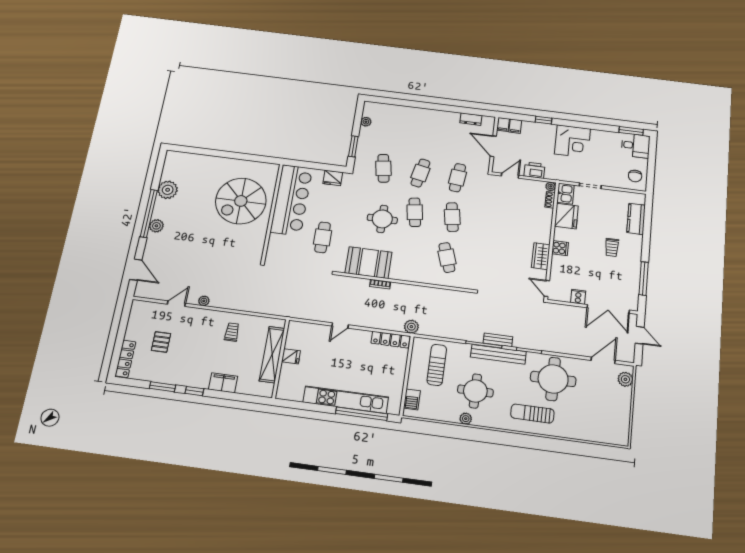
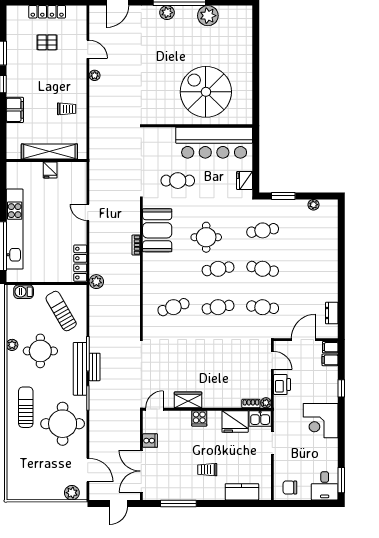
locker: (125, 359) -> (47, 12), moved
sun lounger: (437, 365) -> (61, 311), turned -120

